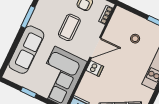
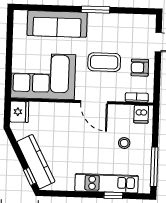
dishwasher: (95, 68) -> (141, 114), moved
window: (29, 92) -> (9, 48), removed

